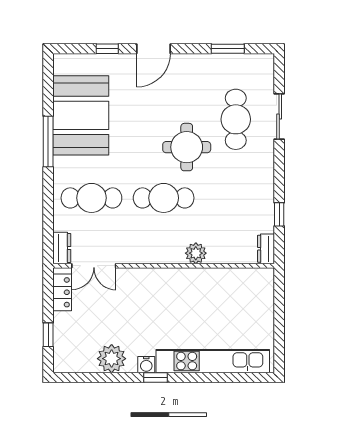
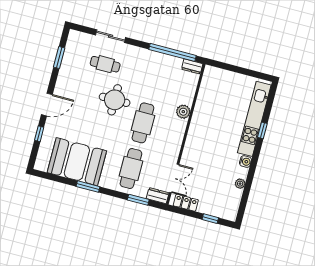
door: (153, 49) -> (47, 105), hinge flipped
cafe table: (236, 119) -> (105, 64), width x0.73, depth x0.74
window: (48, 141) -> (88, 187), width x0.69
window: (279, 214) -> (172, 52), width x3.17
window: (48, 221) -> (138, 200), added
plant: (112, 359) -> (240, 184), width x0.53, depth x0.53
window: (155, 377) -> (262, 130), moved

